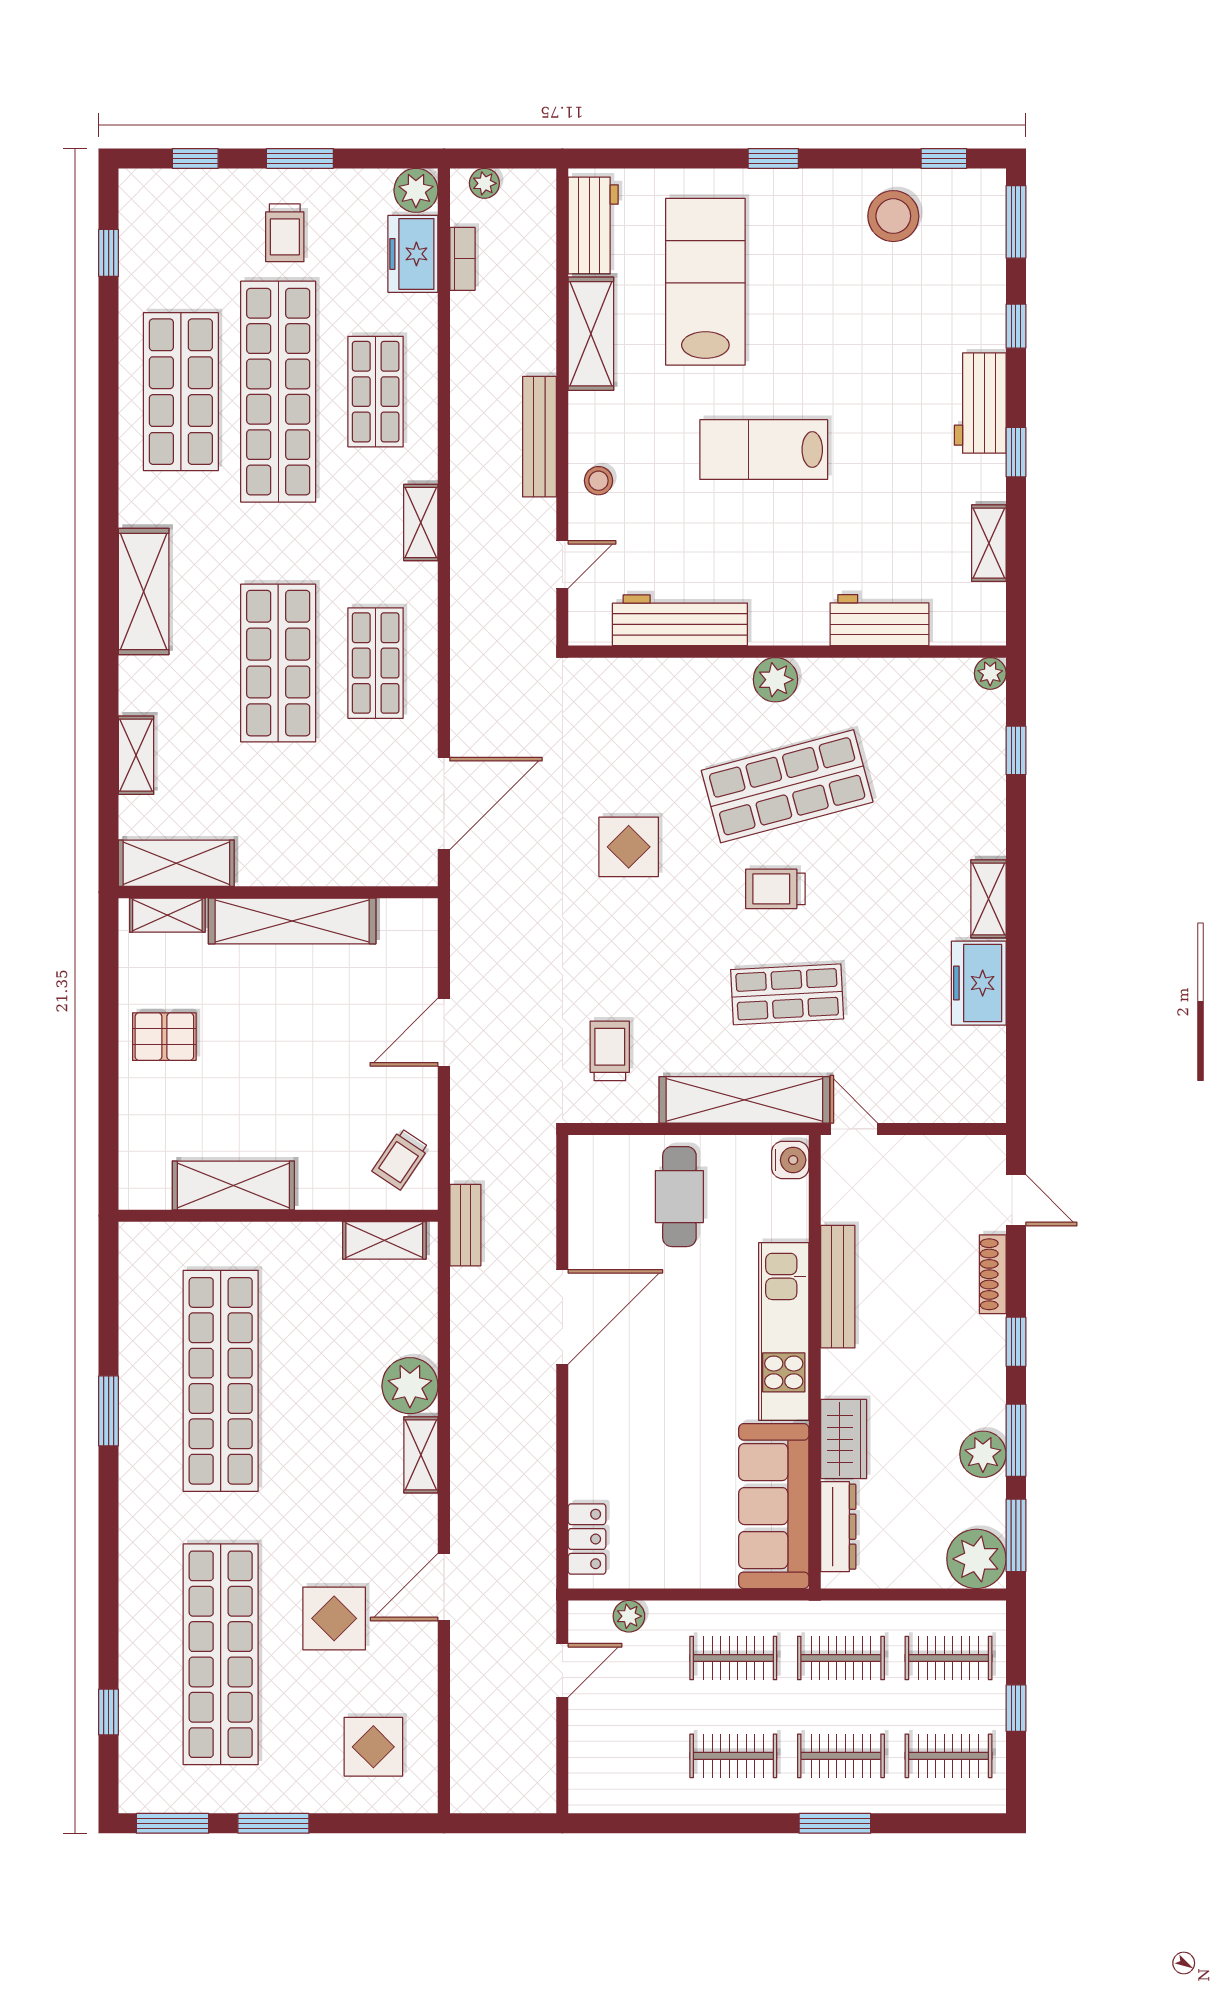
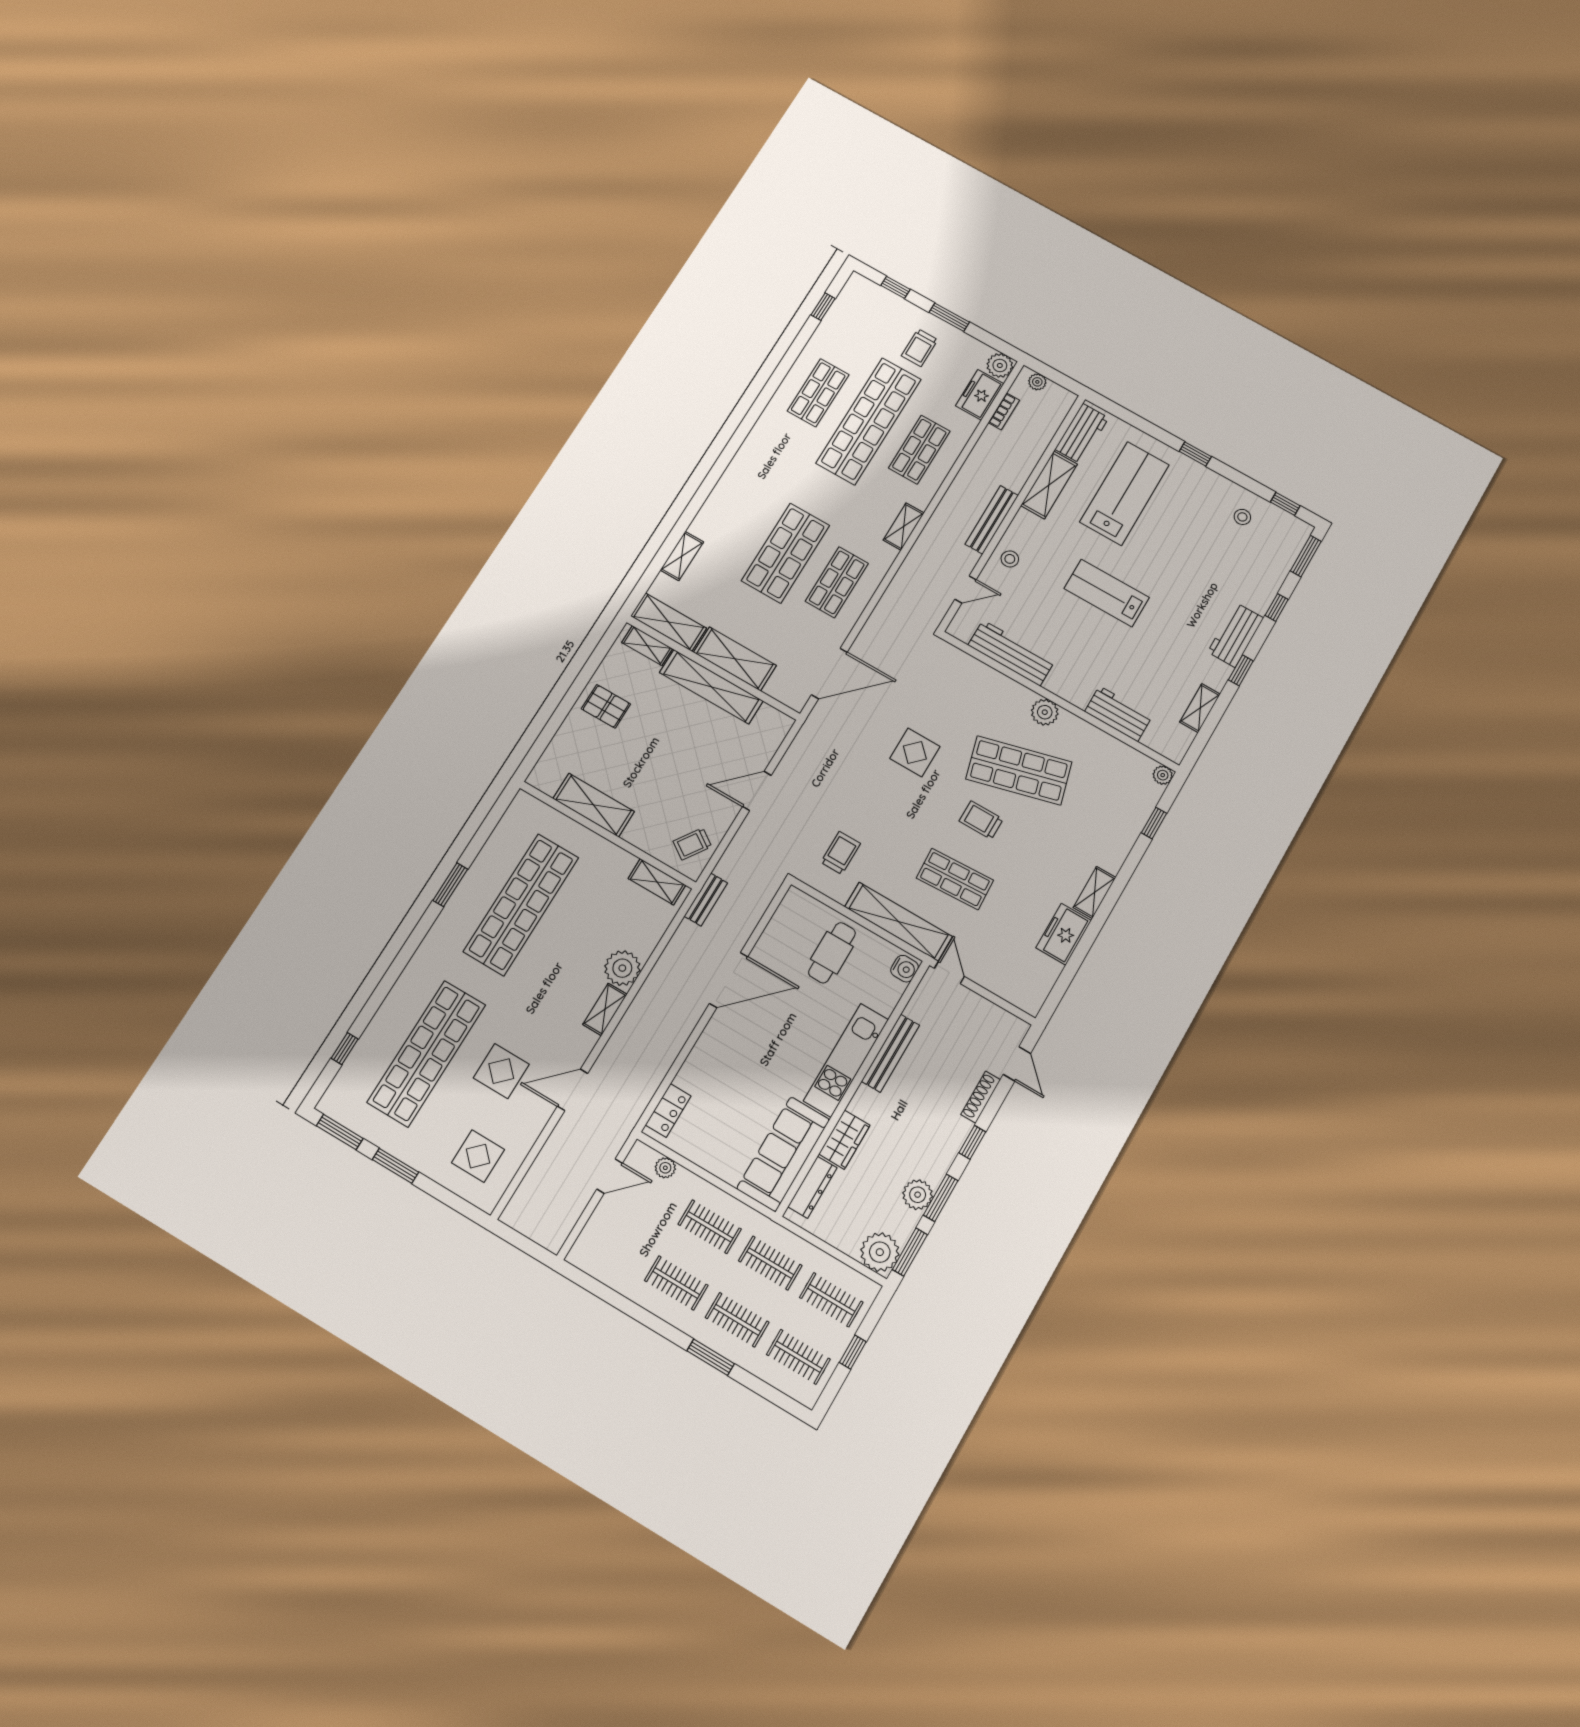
stool: (893, 216) -> (1242, 517), width x0.53, depth x0.53
shop shelf: (181, 392) -> (818, 393), width x0.70, depth x0.74
shelving: (144, 591) -> (735, 659), moved, turned 90

